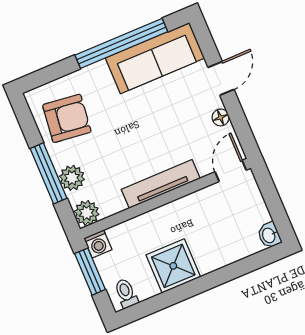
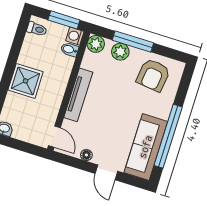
bidet: (118, 237) -> (70, 49), added
shower: (173, 266) -> (26, 81), moved

